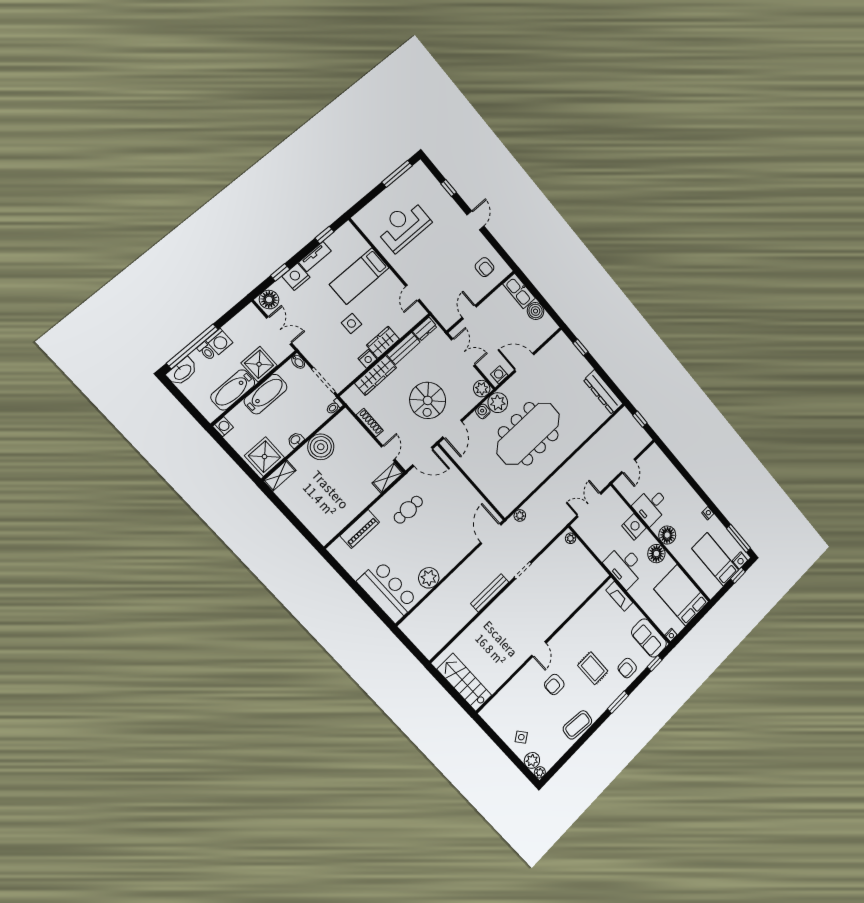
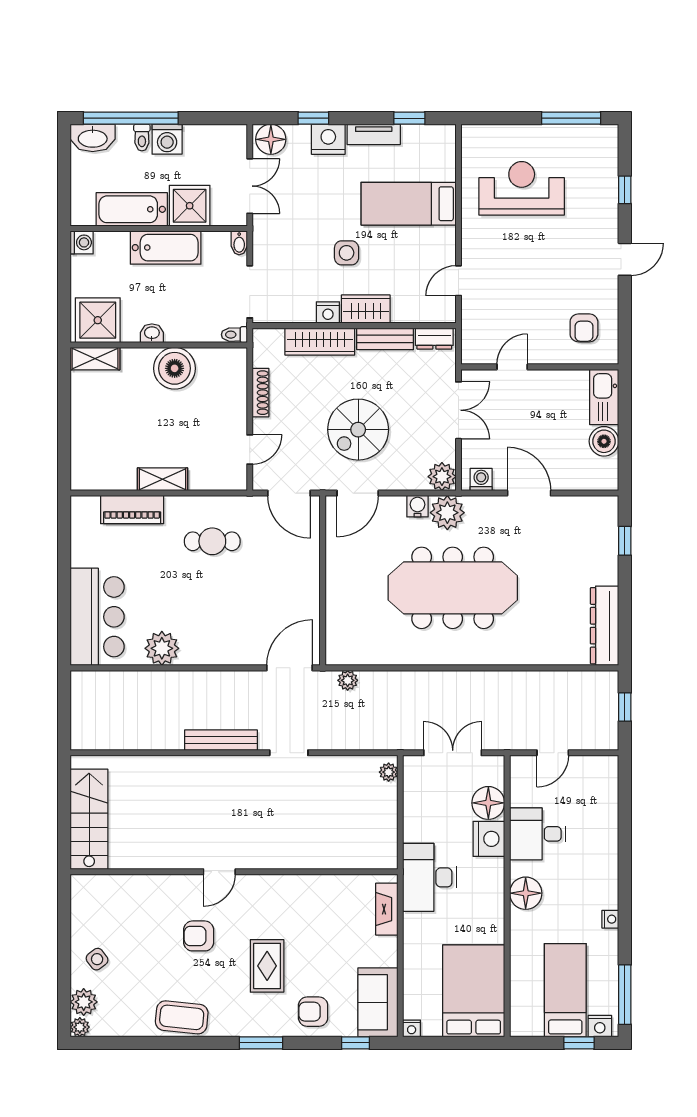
shelving: (388, 478) -> (163, 479), moved
floor lamp: (656, 554) -> (488, 803), moved

